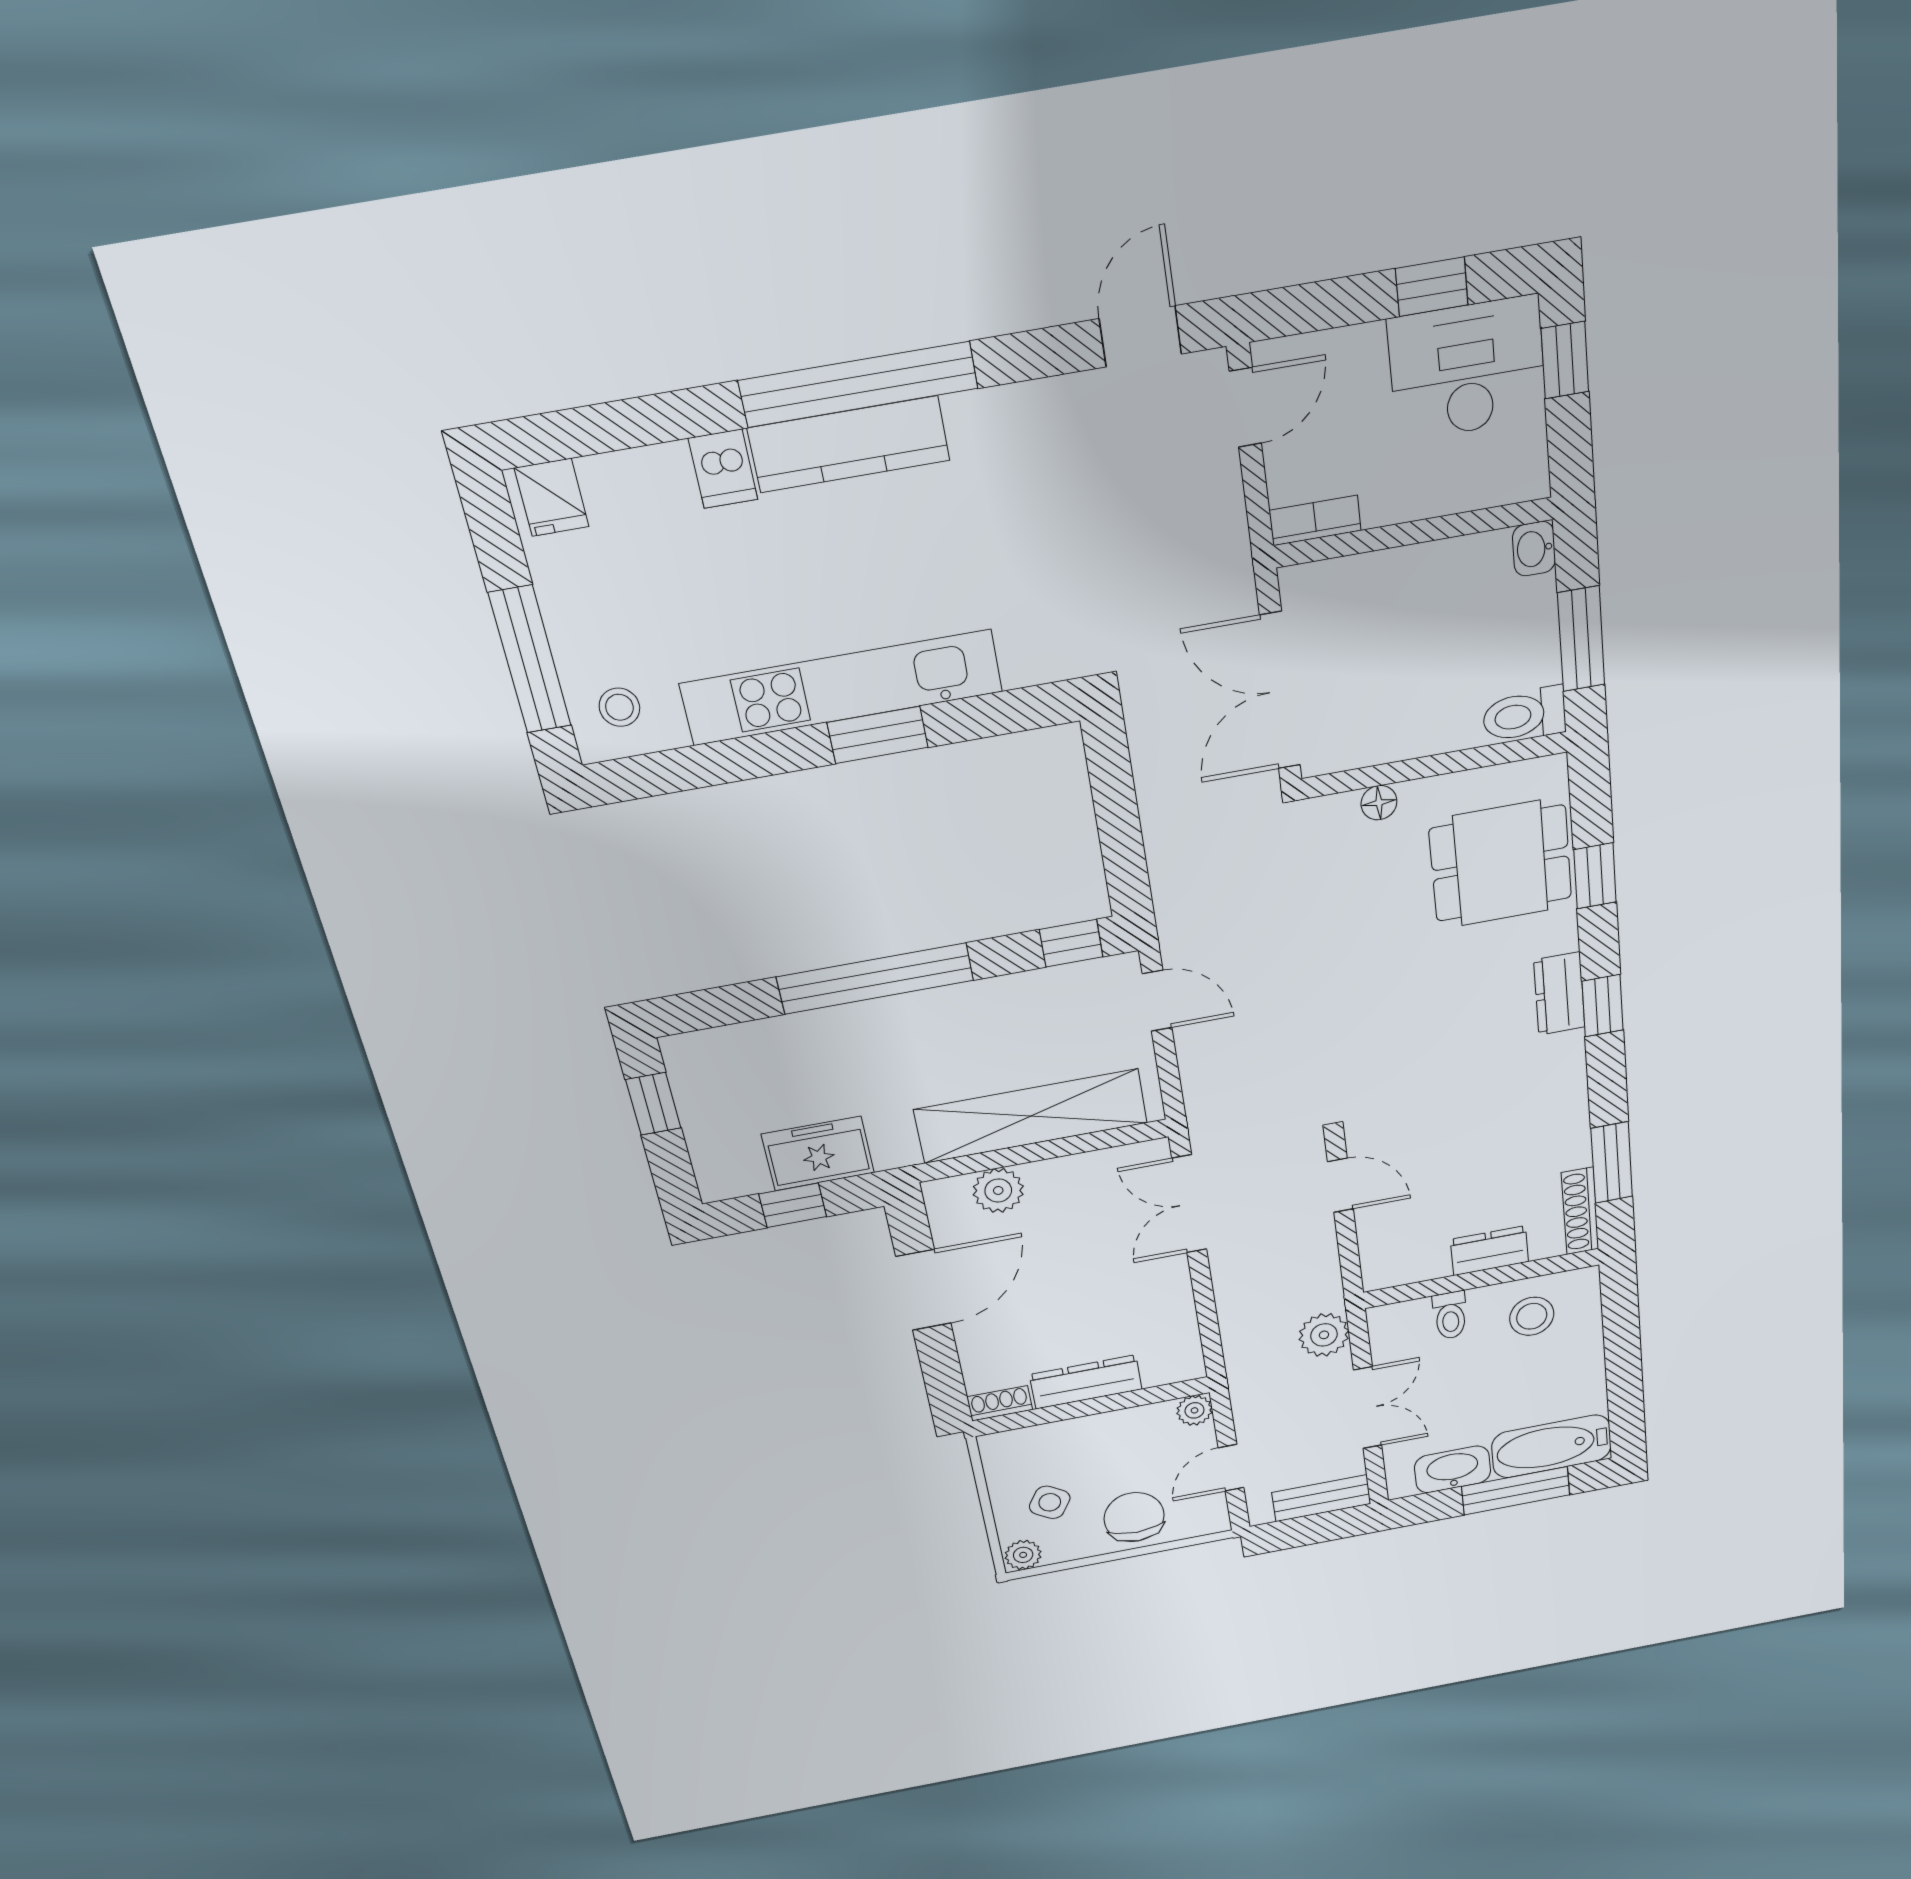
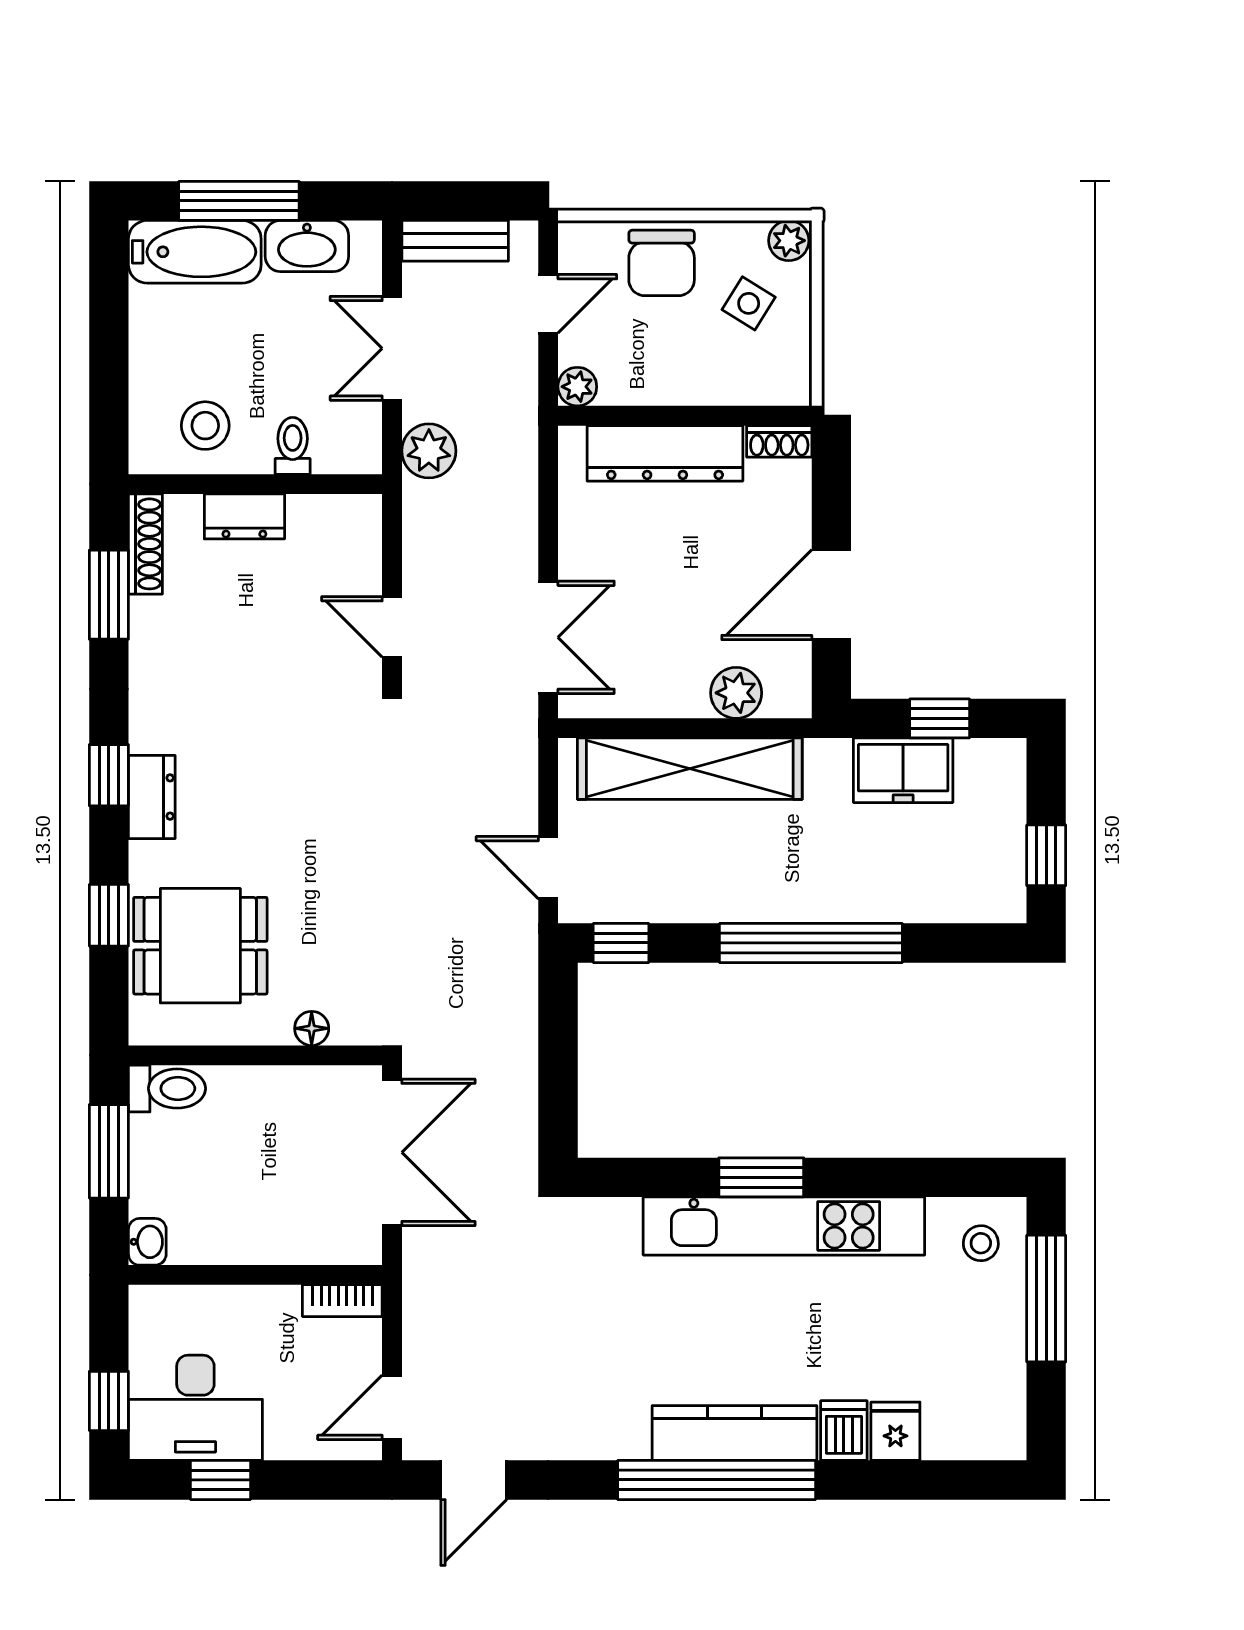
fridge: (552, 497) -> (895, 1431), moved
dresser: (1086, 1382) -> (665, 453), width x1.37, depth x1.24

